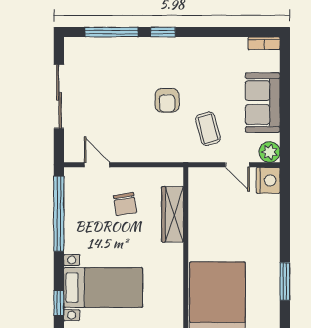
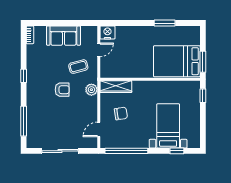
window: (163, 32) -> (24, 76), moved
plant: (270, 152) -> (91, 90), moved
wardrobe: (173, 214) -> (116, 87), moved

